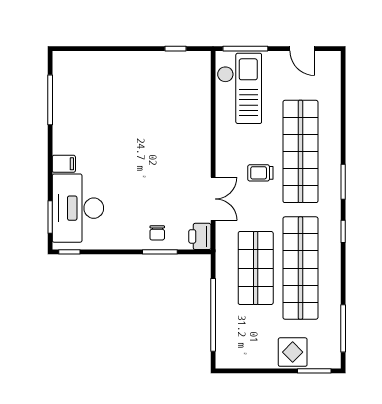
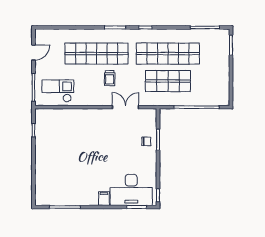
checkout: (239, 88) -> (58, 91), width x0.73, depth x0.83
printer: (200, 236) -> (149, 115), removed
display table: (293, 352) -> (219, 58), removed

